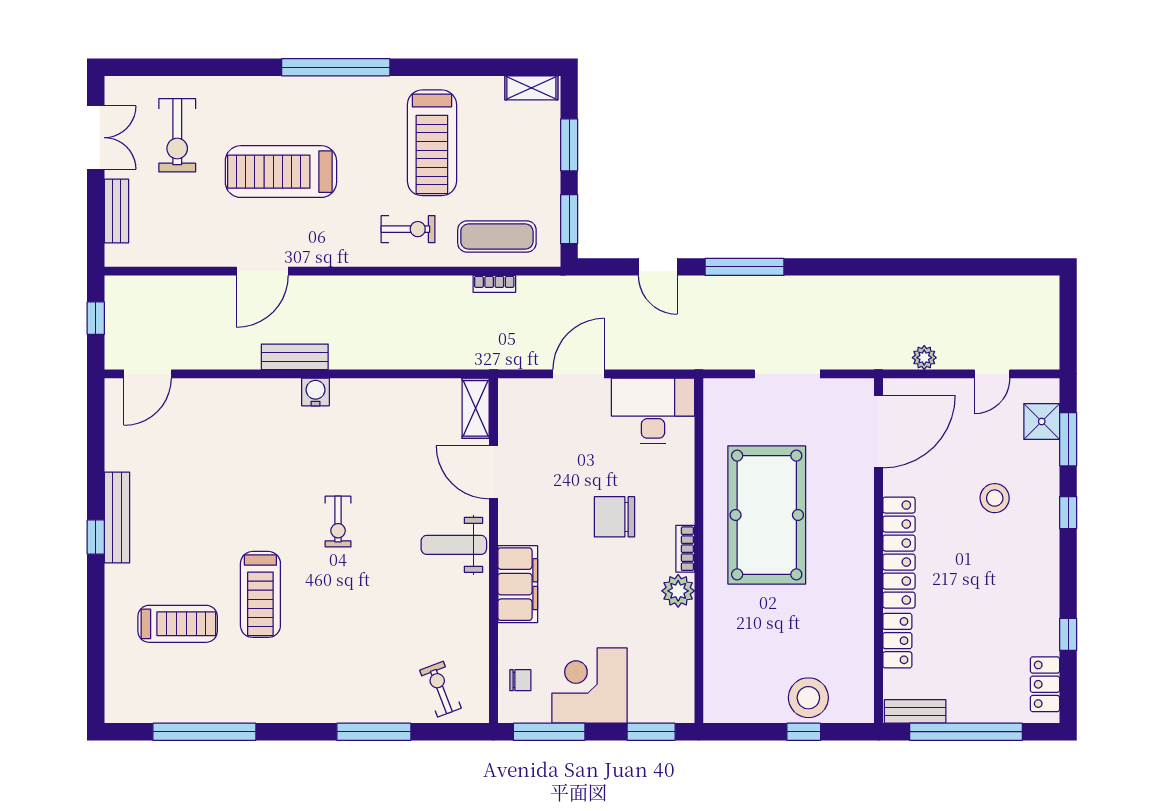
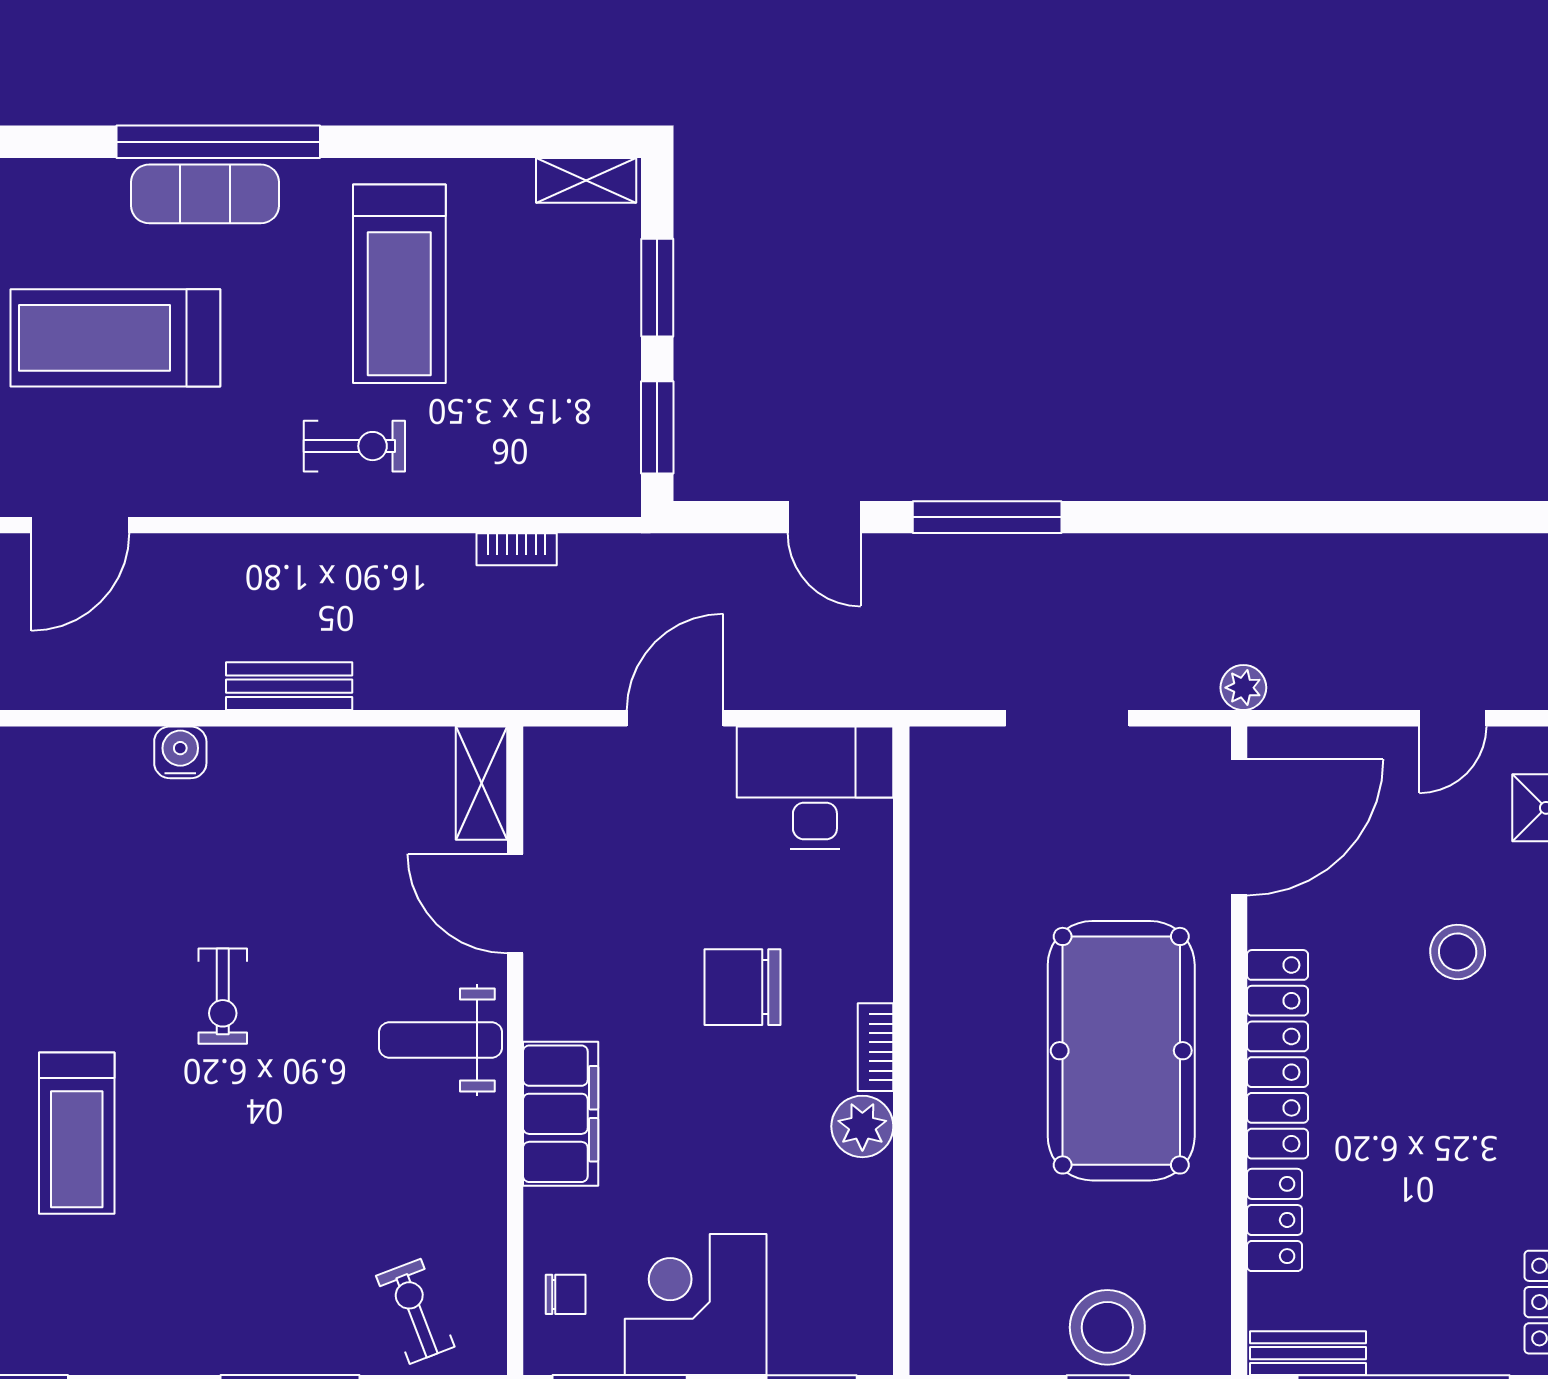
exercise mat: (497, 236) -> (205, 194), moved
bench: (295, 357) -> (289, 686), moved
plant: (924, 358) -> (1243, 688), moved
pool table: (767, 515) -> (1121, 1051), moved

